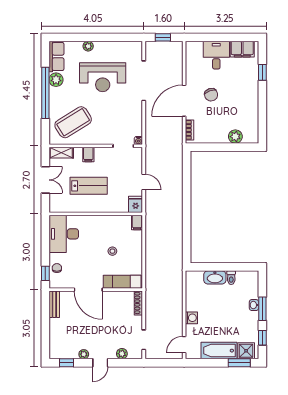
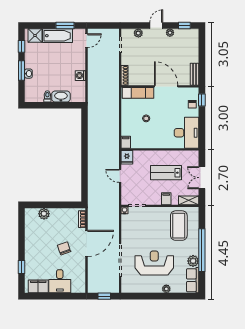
coffee table: (73, 122) -> (179, 226), turned -58
washing machine: (191, 318) -> (80, 76), moved
window: (239, 363) -> (65, 26), moved

